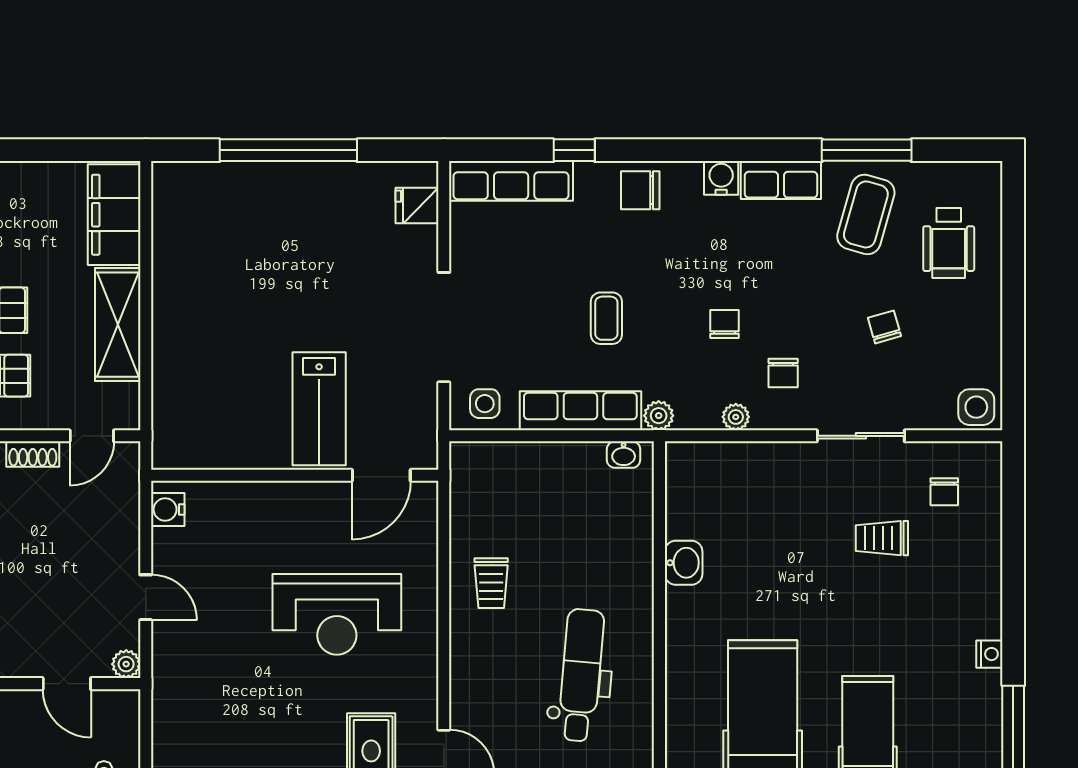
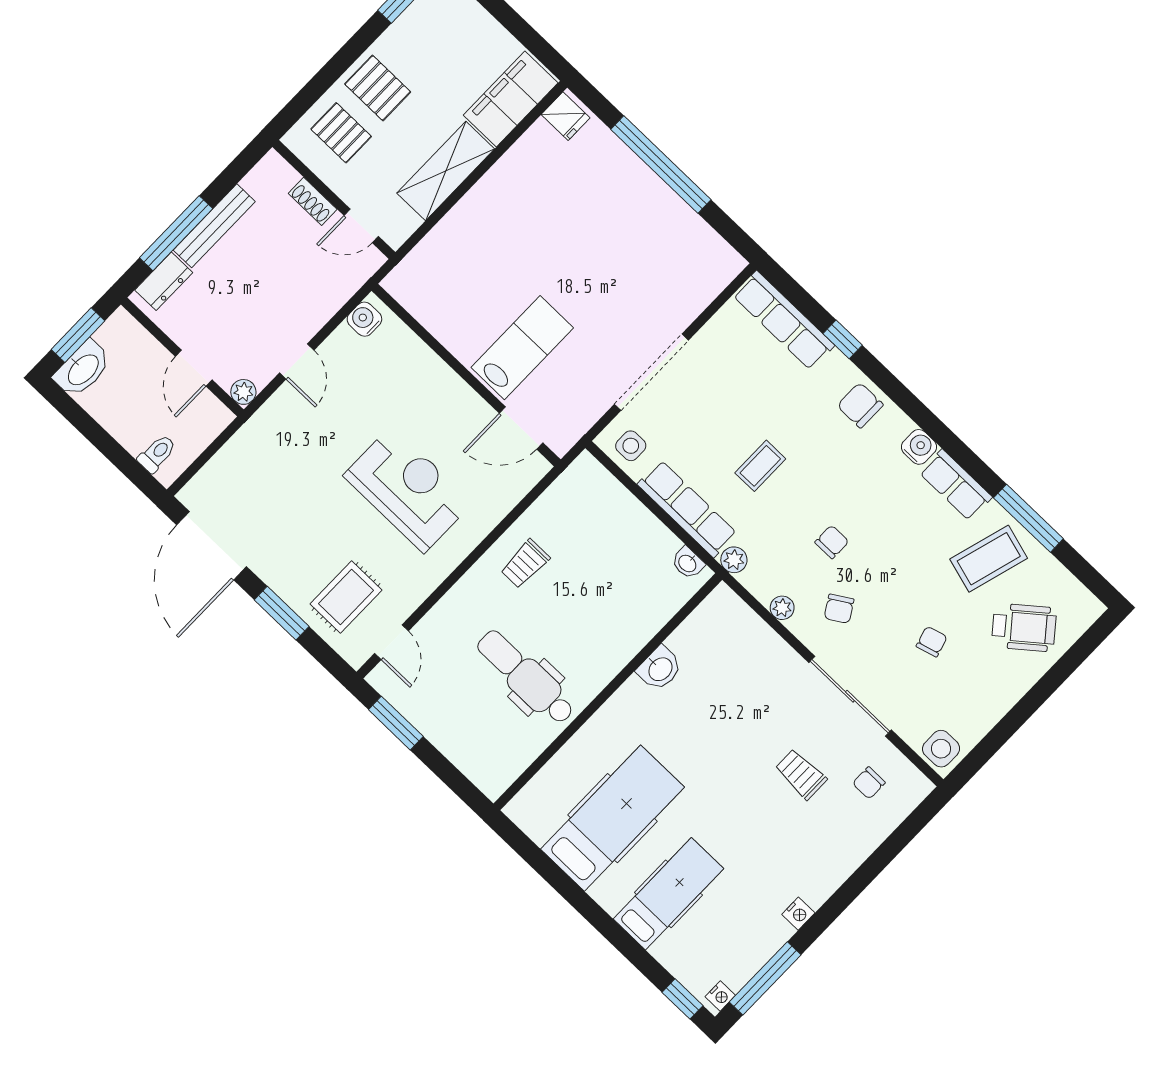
fridge: (417, 205) -> (566, 116), moved, turned 180
wheelchair: (949, 243) -> (1024, 627), turned -129
chair: (783, 373) -> (839, 609), turned -32
lab bench: (319, 409) -> (522, 348), turned 180
sliding door: (861, 436) -> (850, 696), width x1.37
reception desk: (337, 614) -> (408, 489), turned 180
dental chair: (581, 675) -> (526, 677), turned -95

